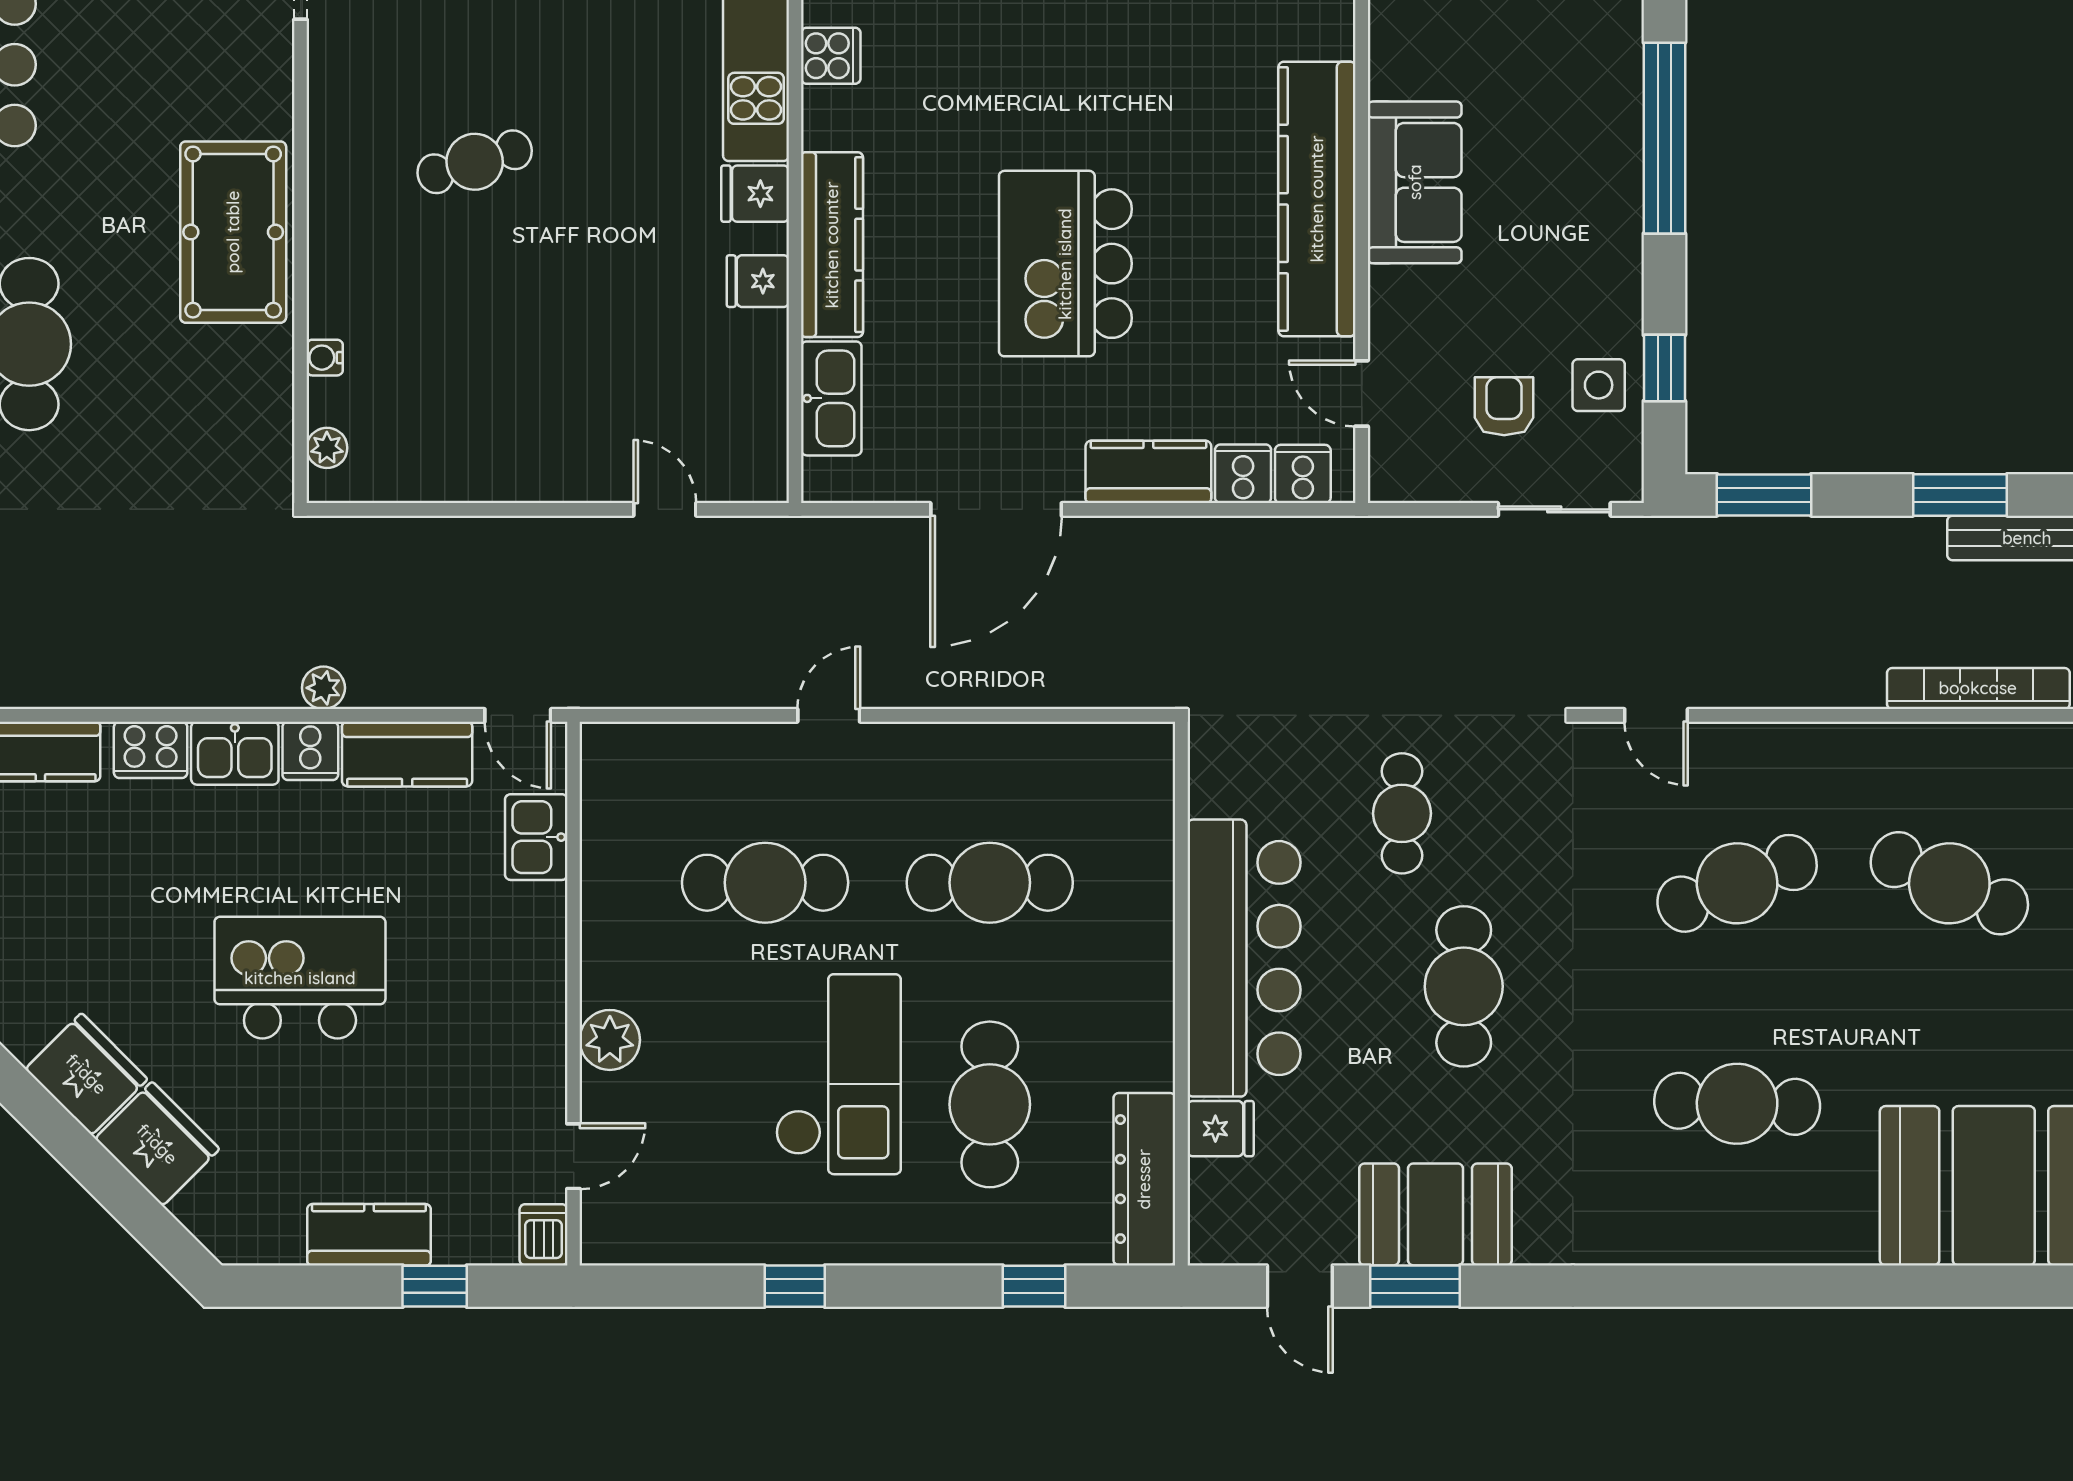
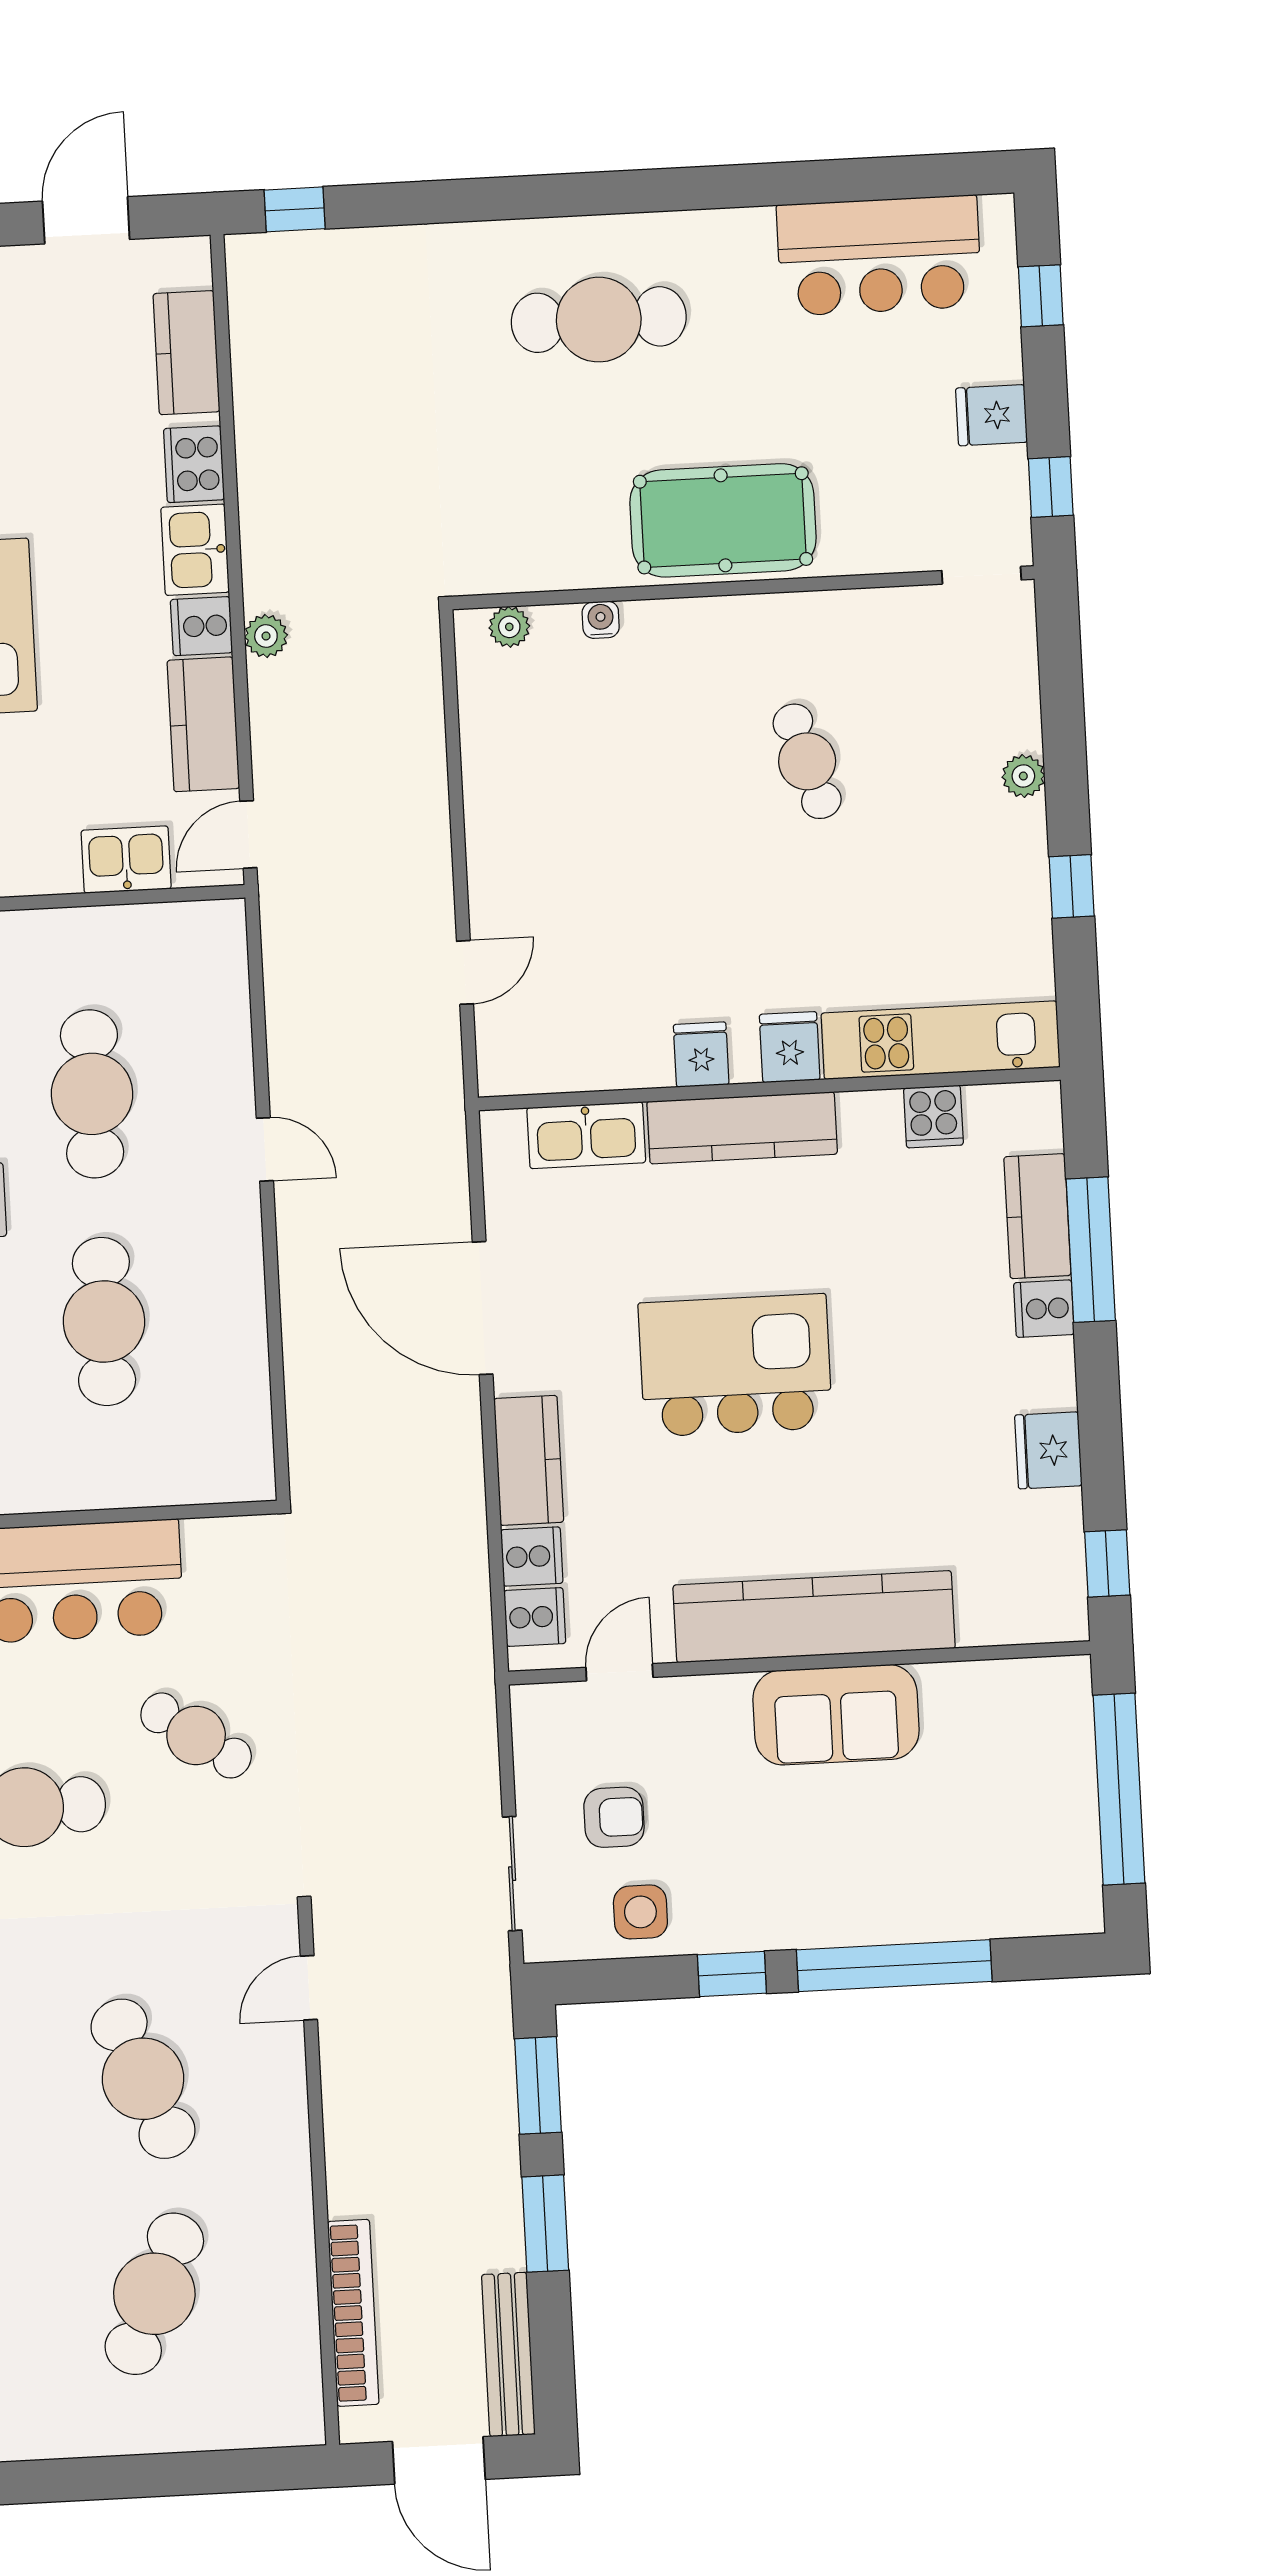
window: (1664, 368) -> (732, 1974), moved
window: (1960, 495) -> (545, 2224), moved
cafe table: (1402, 813) -> (196, 1735), turned 35

